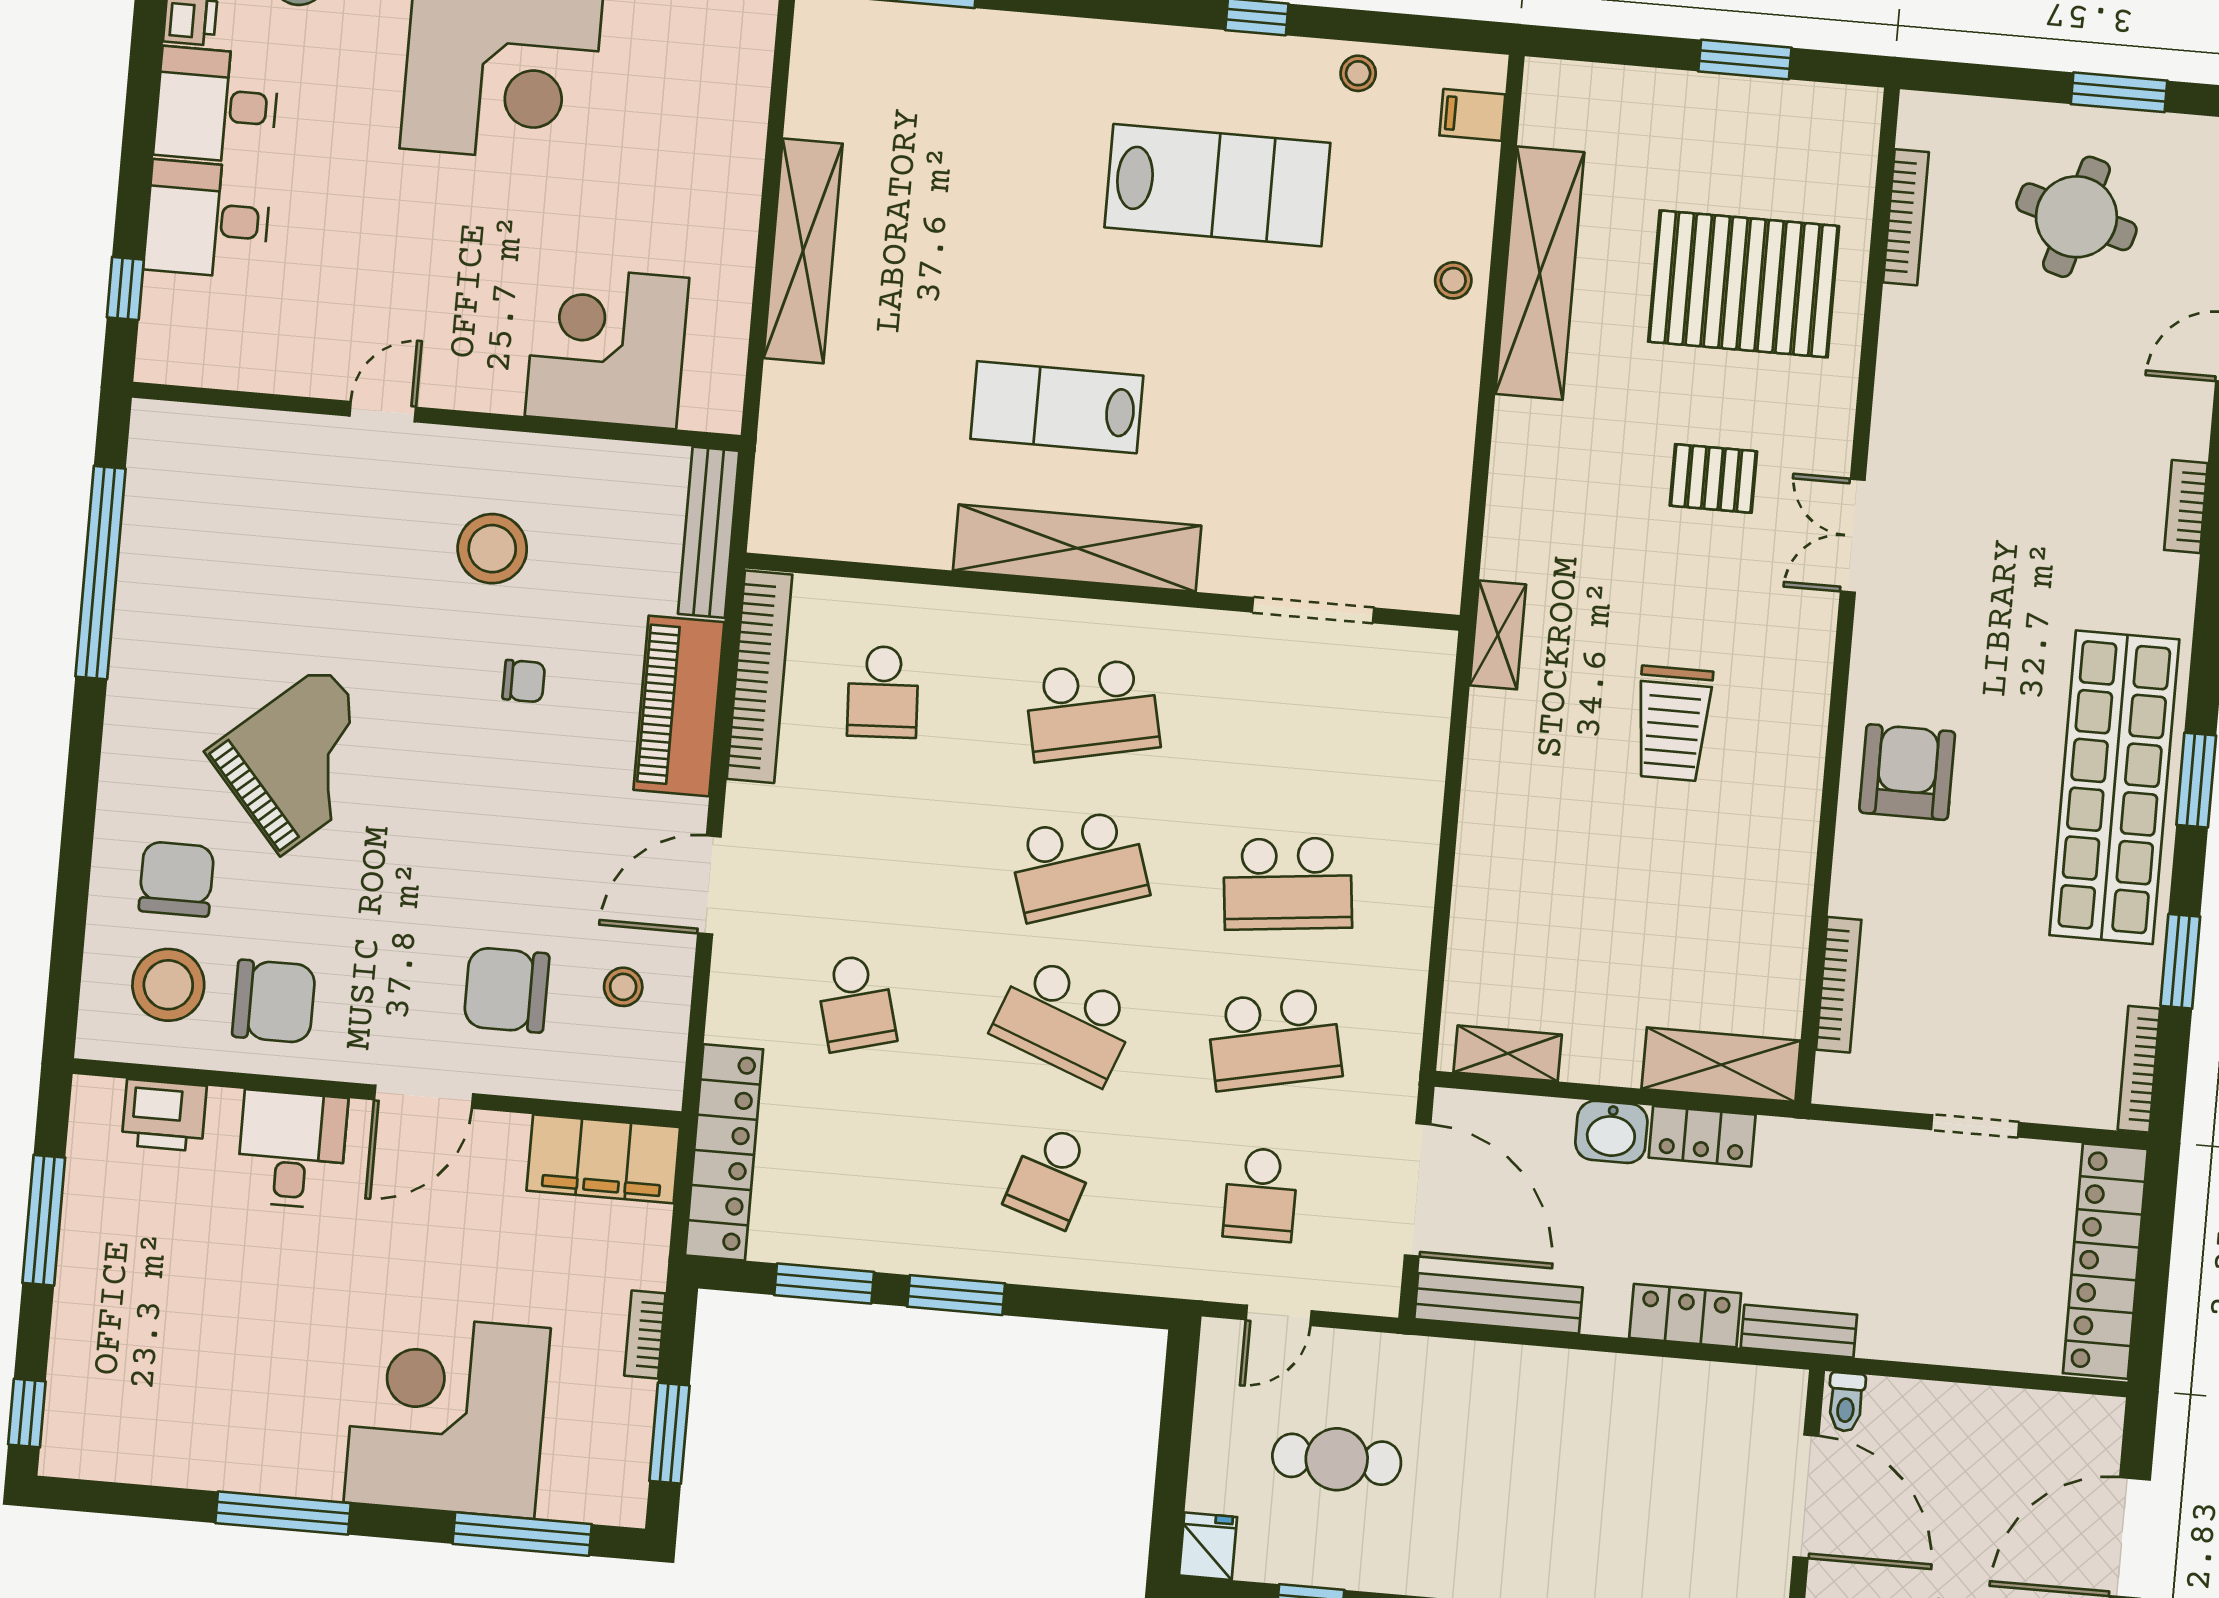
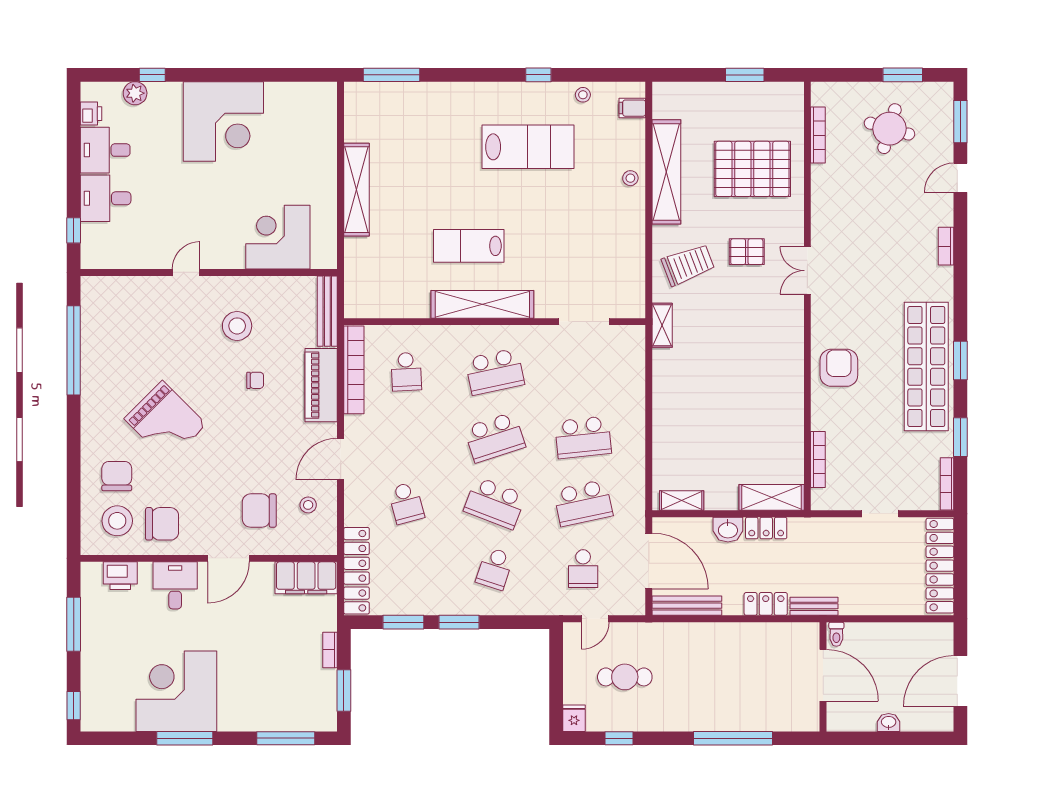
trolley: (1673, 724) -> (688, 265), moved, turned -111
grand piano: (303, 760) -> (165, 422), turned 86
corner desk: (447, 1415) -> (176, 691), moved

